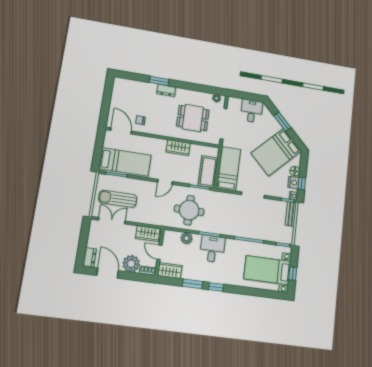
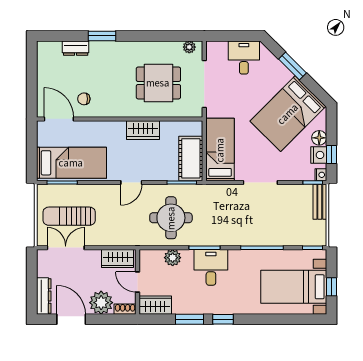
dresser: (166, 90) -> (76, 48), moved
dresser: (90, 257) -> (44, 296), width x1.44

